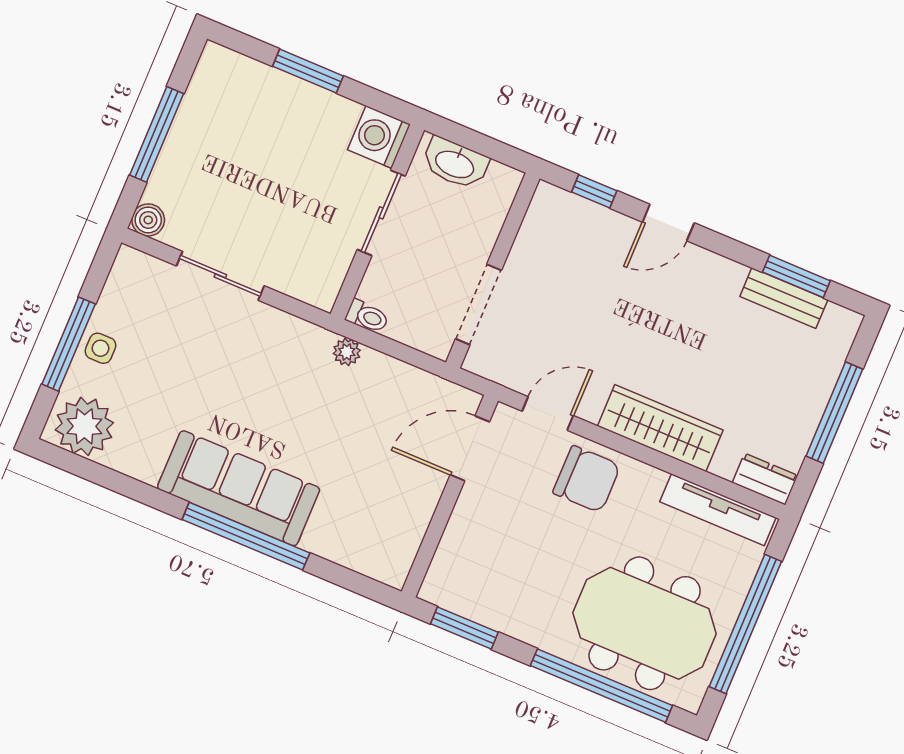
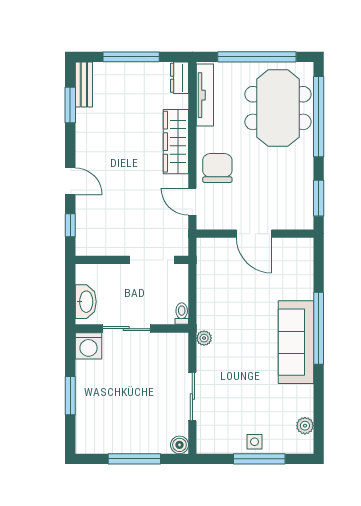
bench: (784, 298) -> (84, 84), moved
plant: (347, 352) -> (204, 338), moved
plant: (84, 426) -> (305, 426), width x0.53, depth x0.53
door: (470, 448) -> (254, 234), moved

